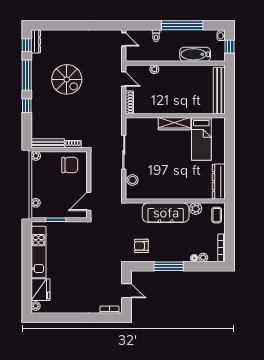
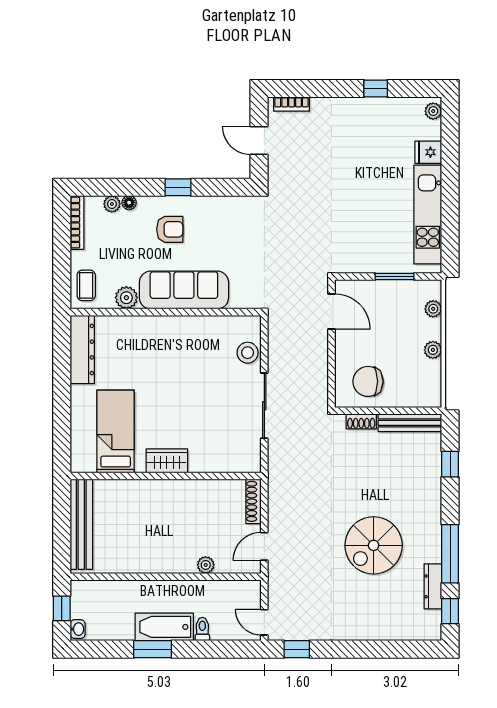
window: (107, 25) -> (297, 649), added
window: (182, 25) -> (153, 649), width x0.47
dresser: (36, 41) -> (433, 586), moved
bathtub: (195, 54) -> (164, 627), moved, turned 180
spiral stairs: (67, 79) -> (374, 545), turned -90
door: (124, 79) -> (264, 546), hinge flipped
window: (27, 106) -> (450, 464), moved
wardrobe: (175, 124) -> (167, 461), width x0.67
plant: (36, 156) -> (433, 350), moved
door: (89, 201) -> (331, 312), hinge flipped
armchair: (141, 246) -> (170, 229), moved
window: (169, 266) -> (178, 187), width x0.46
fridge: (41, 290) -> (428, 152), width x0.53, depth x0.75
window: (66, 318) -> (376, 89), added

